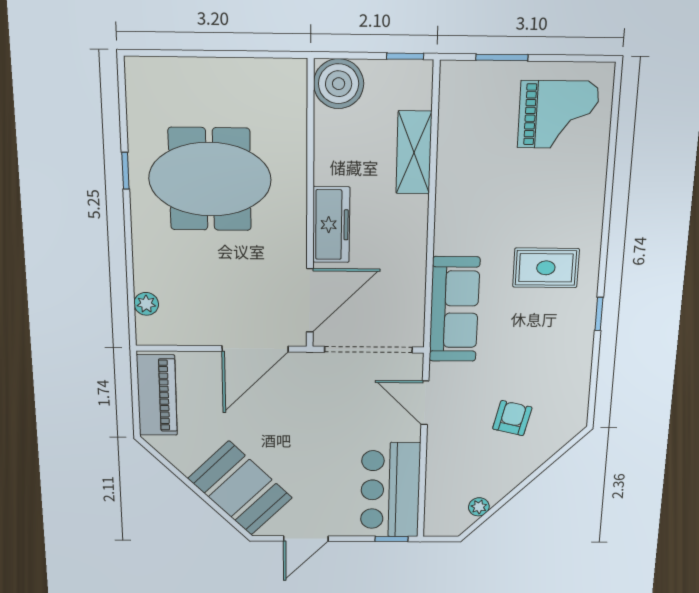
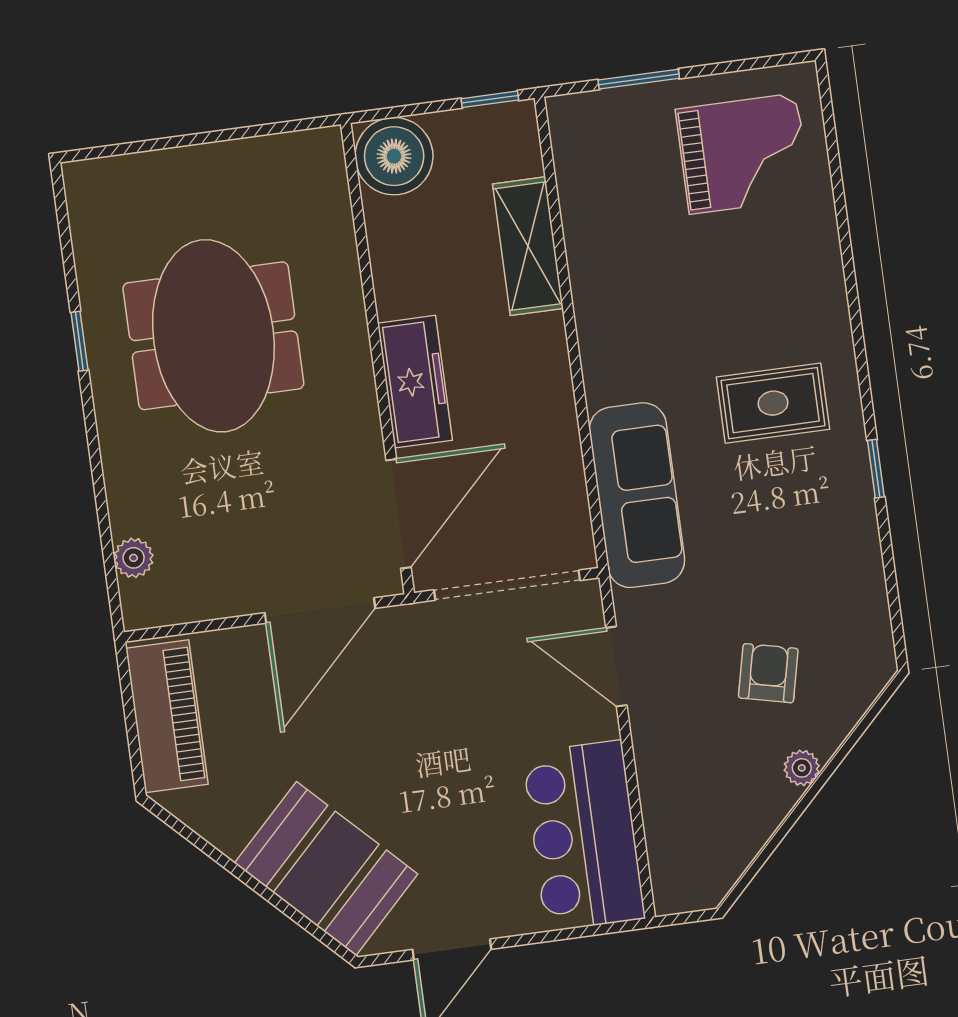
meeting table: (210, 179) -> (213, 336), turned 90
plant: (479, 507) -> (802, 768), moved
window: (392, 539) -> (601, 929), removed

